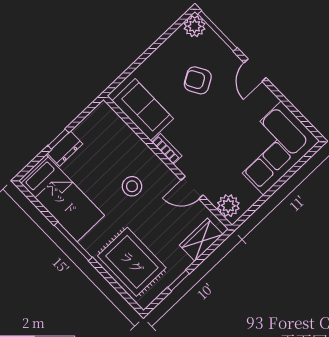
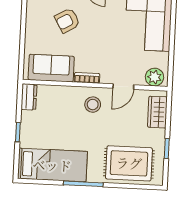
dresser: (65, 149) -> (29, 97), moved
stool: (132, 186) -> (93, 105), moved

